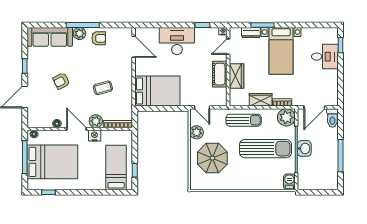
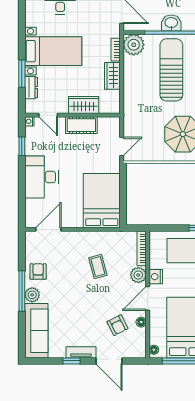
tv unit: (32, 74) -> (81, 352), added
armchair: (61, 81) -> (117, 325), moved
sun lounger: (244, 120) -> (137, 96), removed
plant: (197, 132) -> (152, 153), removed

